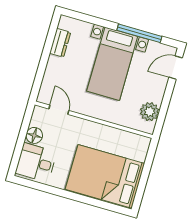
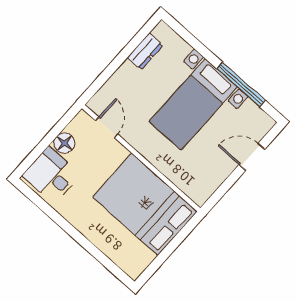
door: (176, 68) -> (252, 157), moved
plant: (150, 112) -> (209, 180), removed
bed: (105, 176) -> (145, 204), moved

